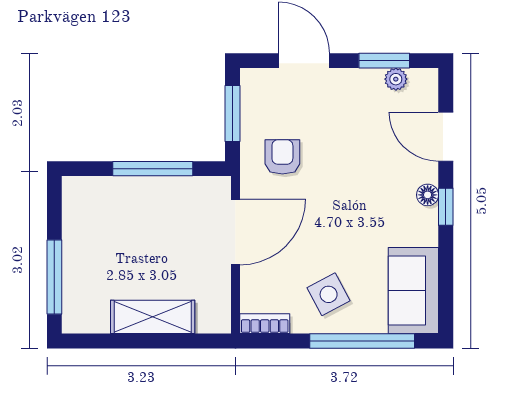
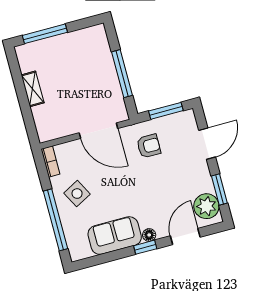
plant: (396, 79) -> (206, 206), width x1.87, depth x1.87
sofa: (413, 290) -> (115, 236), moved
shelving: (153, 317) -> (33, 89), width x0.67, depth x0.75

